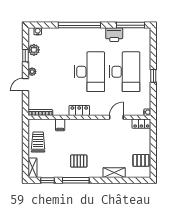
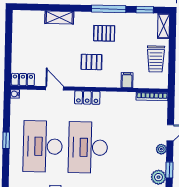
locker: (79, 111) -> (87, 98), moved
door: (116, 117) -> (55, 88), swing flipped
pallet: (141, 160) -> (91, 62), moved

